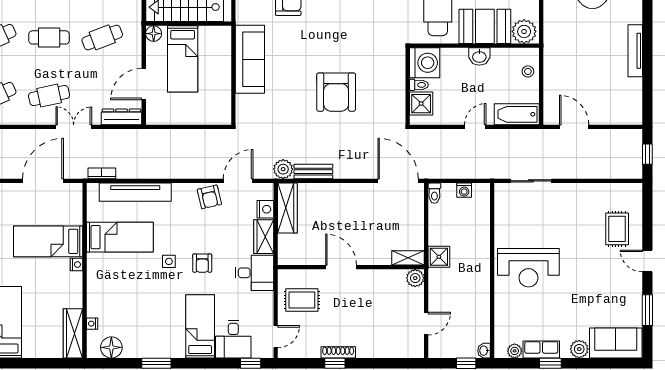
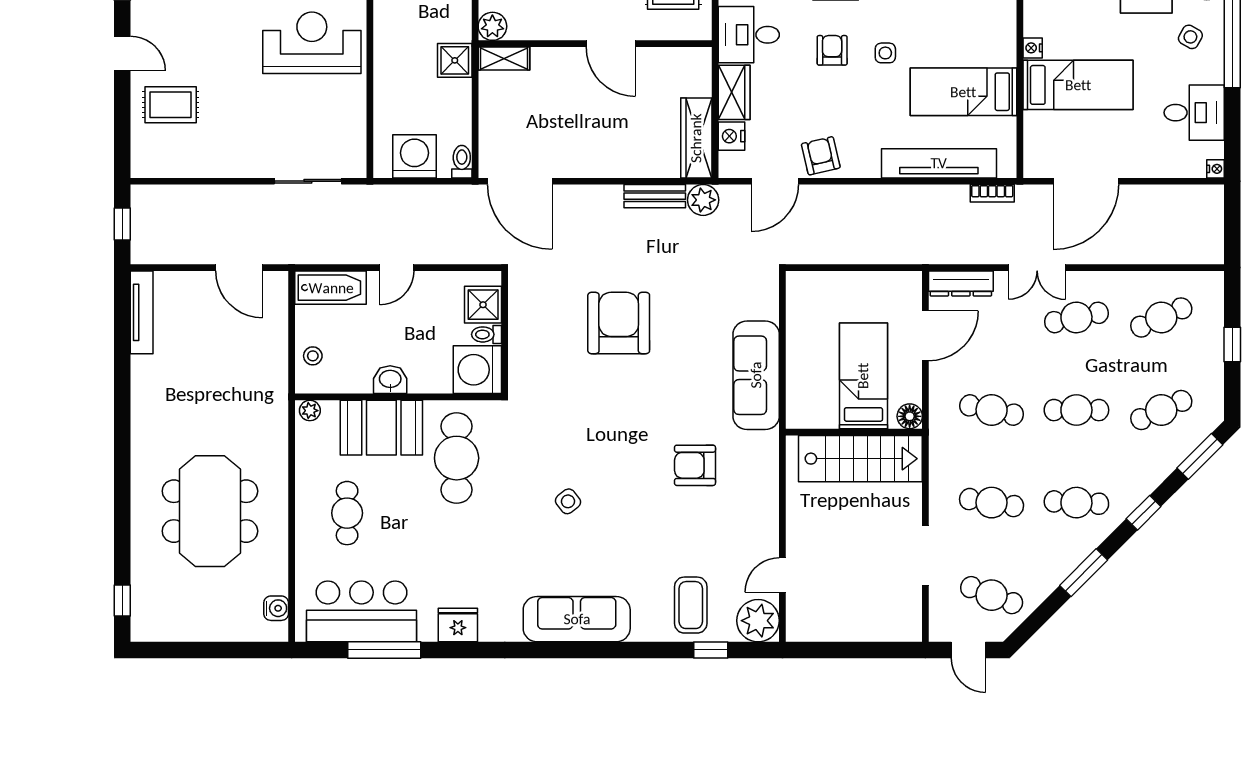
plant: (524, 31) -> (310, 411), width x0.53, depth x0.53
cafe table: (102, 37) -> (992, 410), turned 33
tv unit: (635, 51) -> (142, 312), moved
washing machine: (464, 190) -> (414, 156), width x1.89, depth x1.89
rug: (617, 229) -> (171, 105), turned 90

